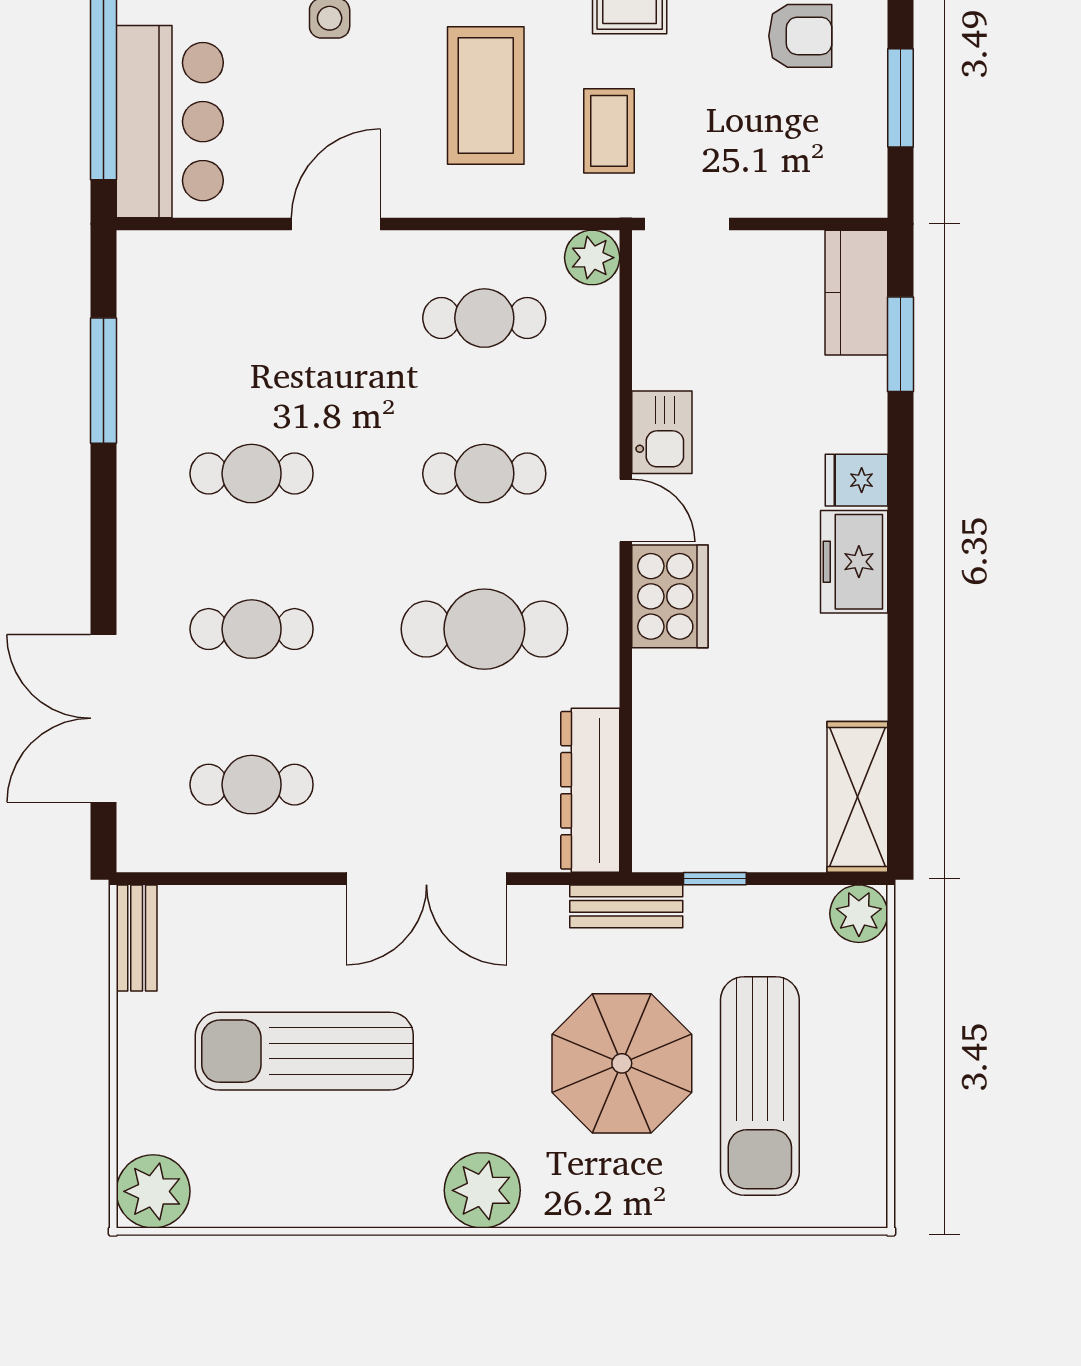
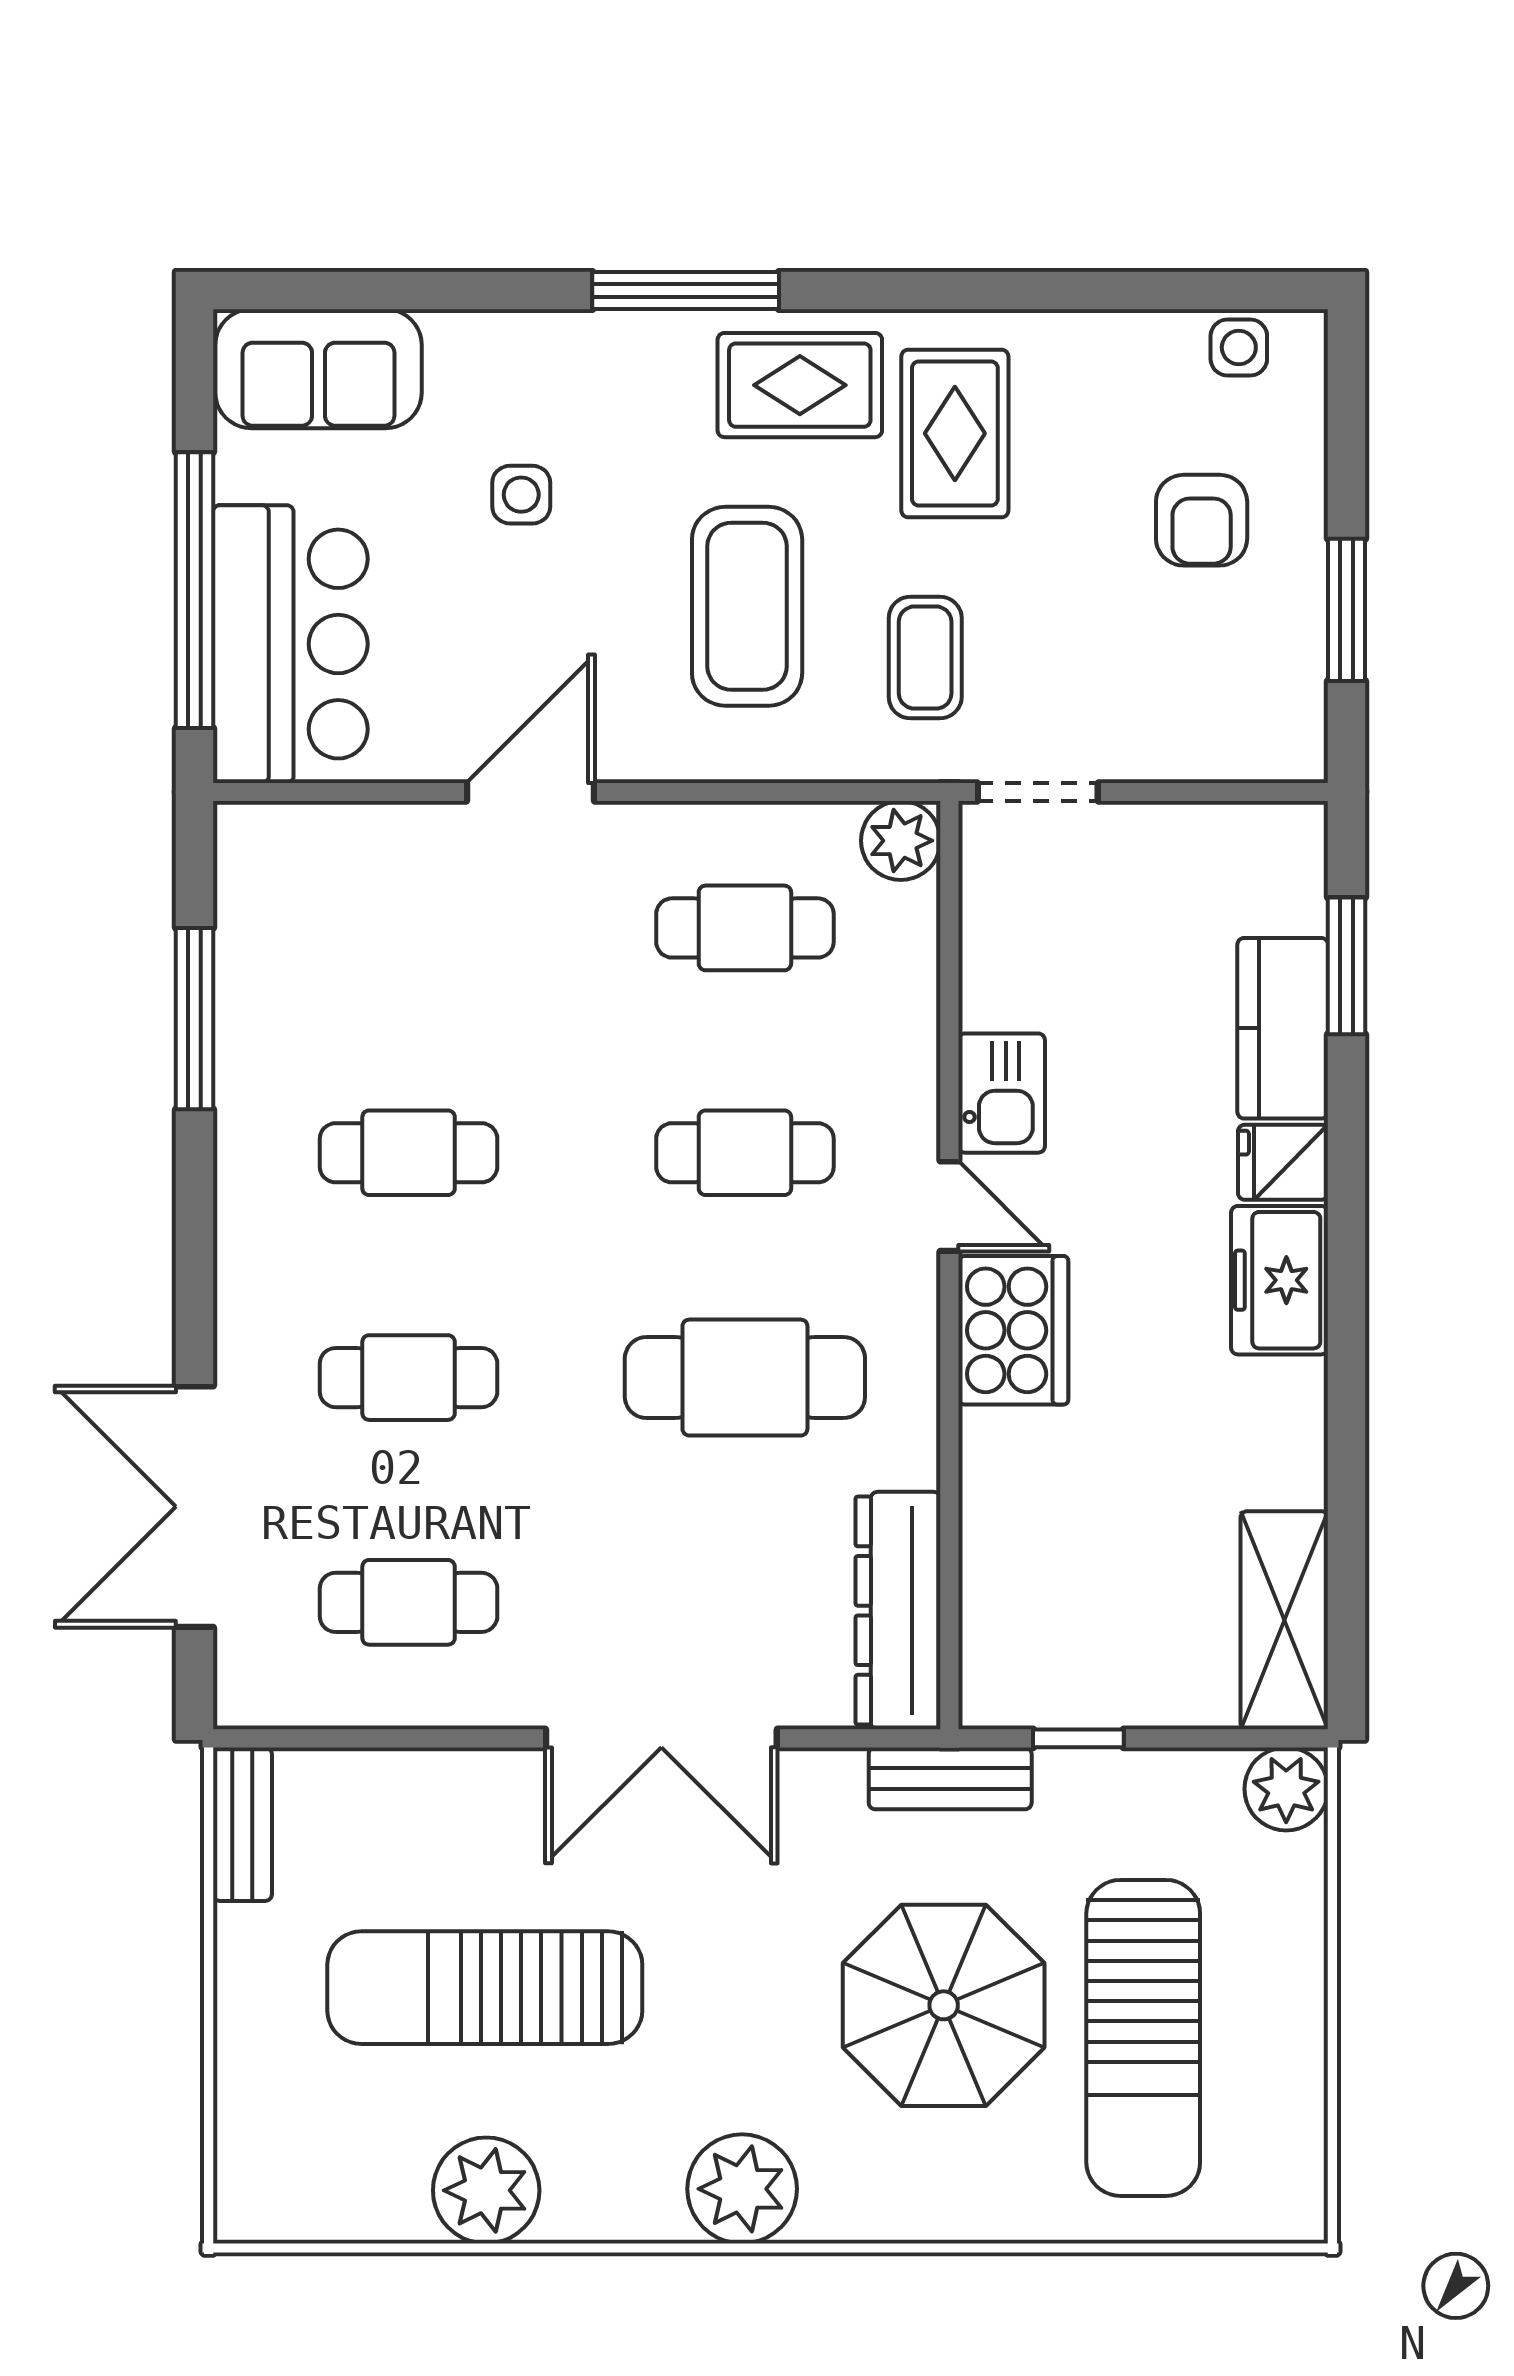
armchair: (800, 36) -> (1202, 520), turned 90
kitchen counter: (856, 293) -> (1283, 1028), moved
plant: (153, 1191) -> (486, 2190), moved

